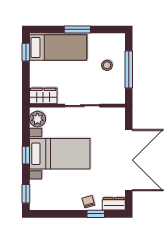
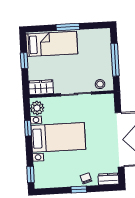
window: (26, 52) -> (24, 61), moved
stool: (107, 65) -> (100, 84), moved
window: (26, 155) -> (28, 128), moved
window: (96, 214) -> (79, 190), moved

